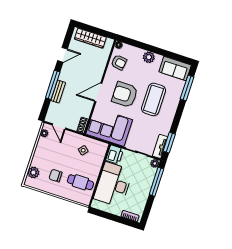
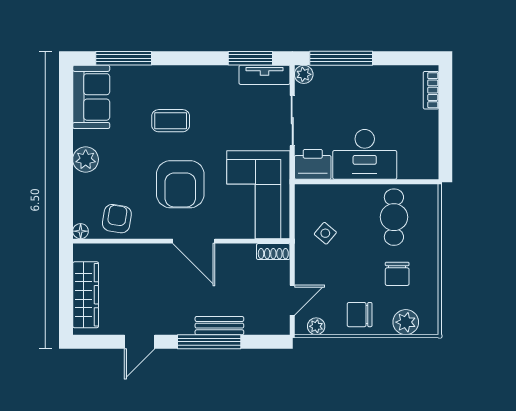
door: (63, 55) -> (140, 342), swing flipped
coffee table: (154, 99) -> (171, 121), width x0.54, depth x0.58
chair: (43, 154) -> (360, 315), added
desk: (113, 185) -> (365, 154), width x0.73, depth x0.77

